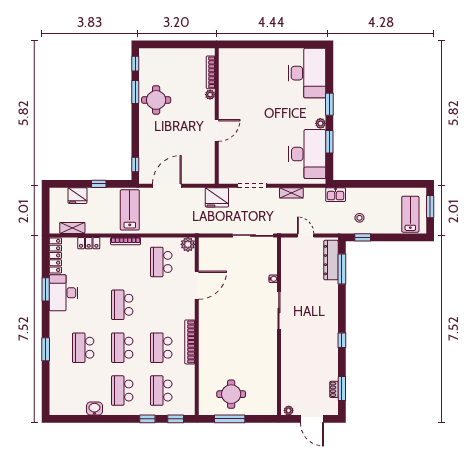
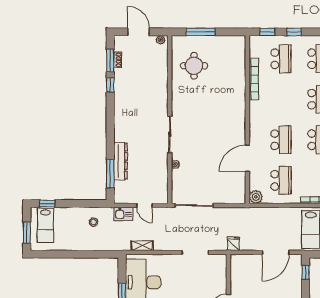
shelving: (291, 193) -> (142, 246), moved
kitchen sink: (336, 195) -> (123, 214), moved, turned 180
fridge: (217, 197) -> (233, 244), width x0.53, depth x0.75
window: (363, 237) -> (47, 204), moved
dresser: (331, 260) -> (120, 161), moved
window: (342, 340) -> (110, 85), moved
bookcase: (190, 342) -> (254, 79), moved
school desk: (161, 348) -> (281, 140), moved
round table: (231, 394) -> (194, 66), moved
window: (230, 419) -> (200, 32), moved

